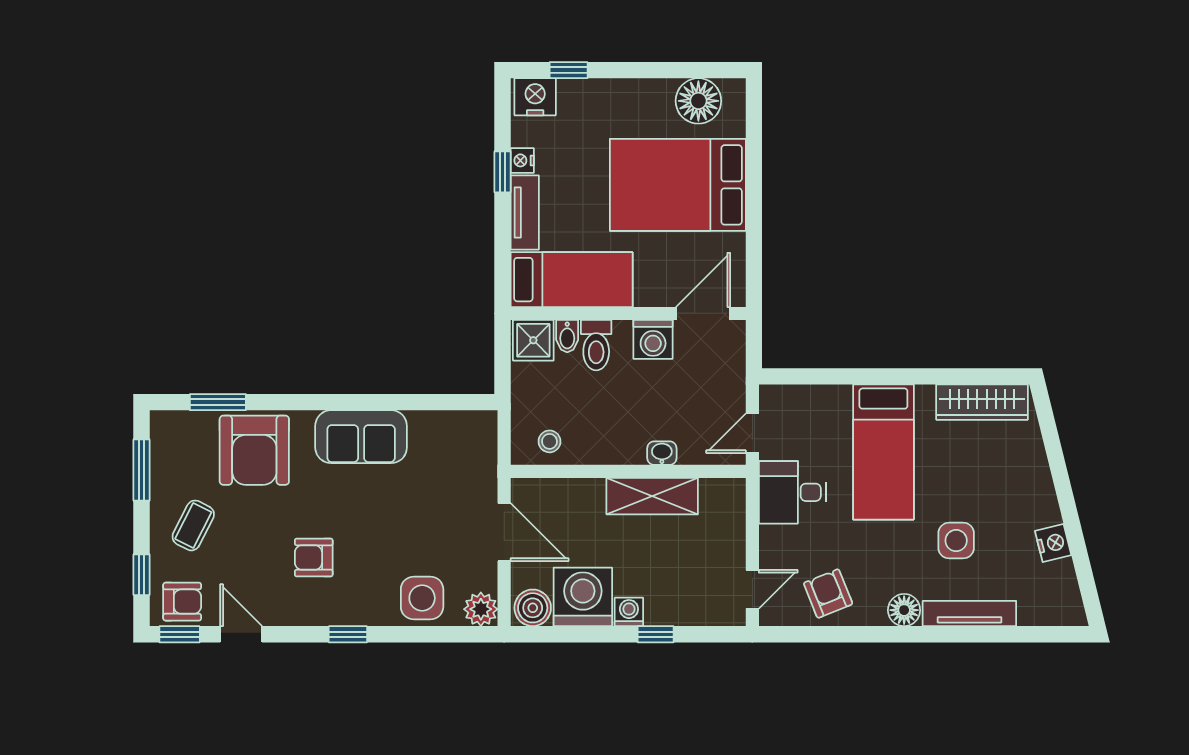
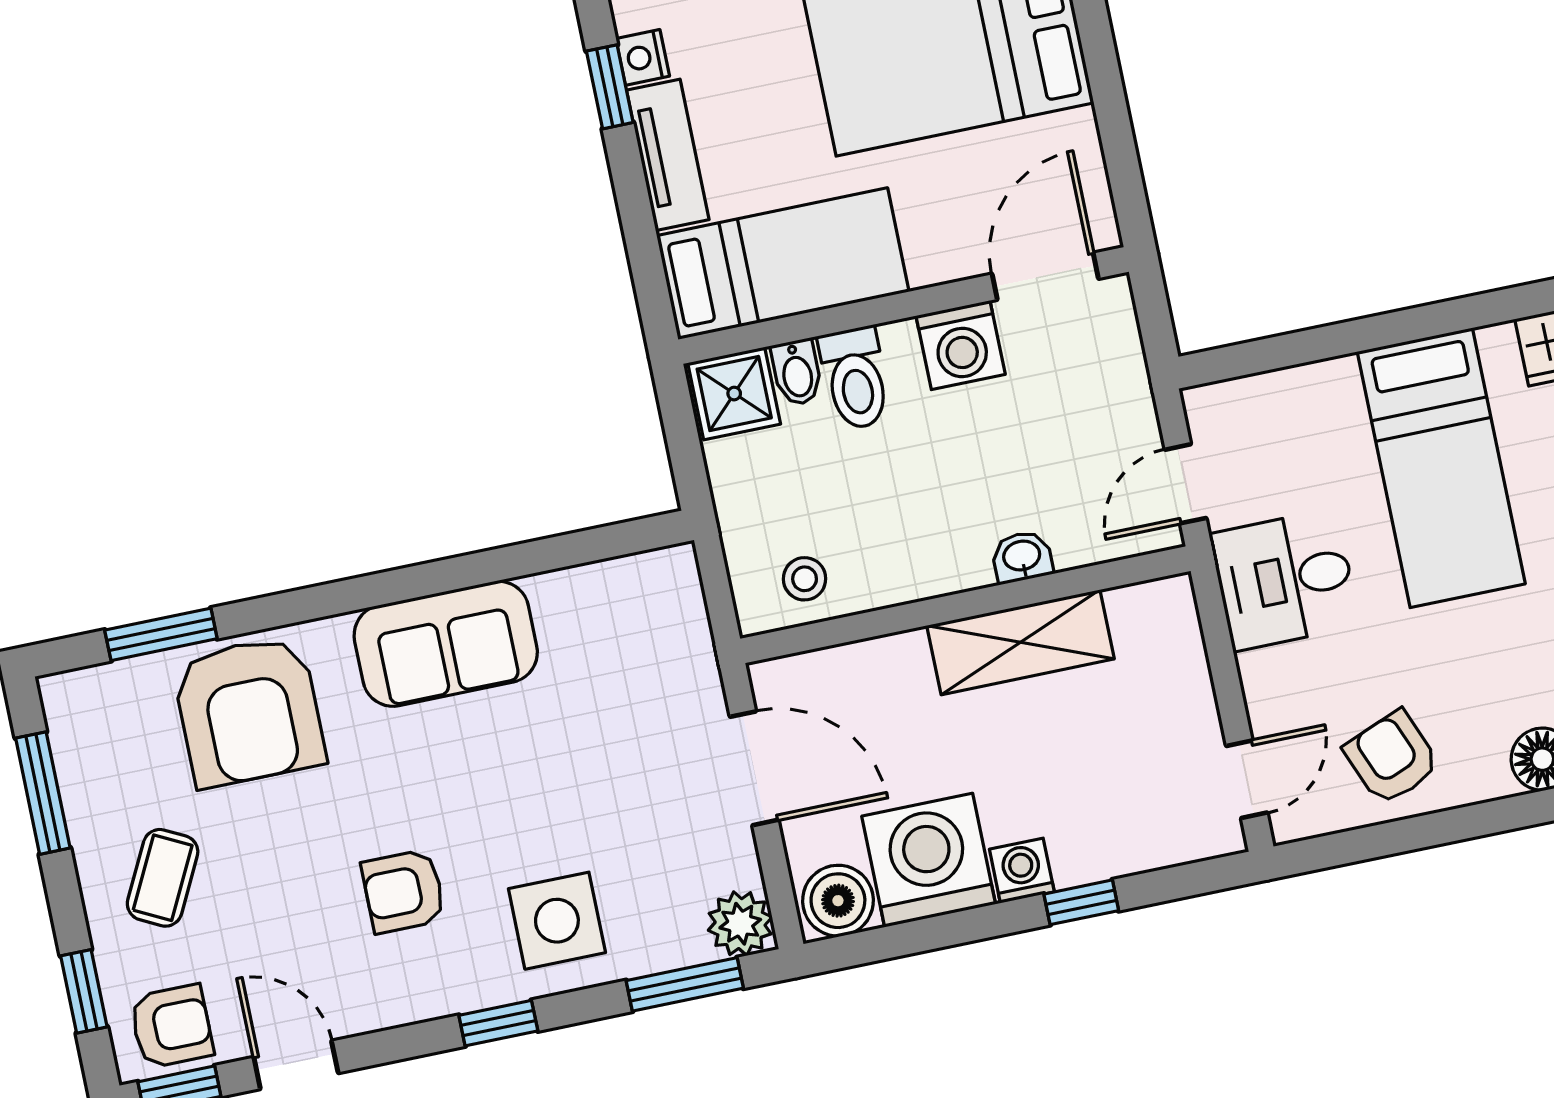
side table: (422, 598) -> (557, 921), moved
window: (446, 634) -> (685, 984), added

